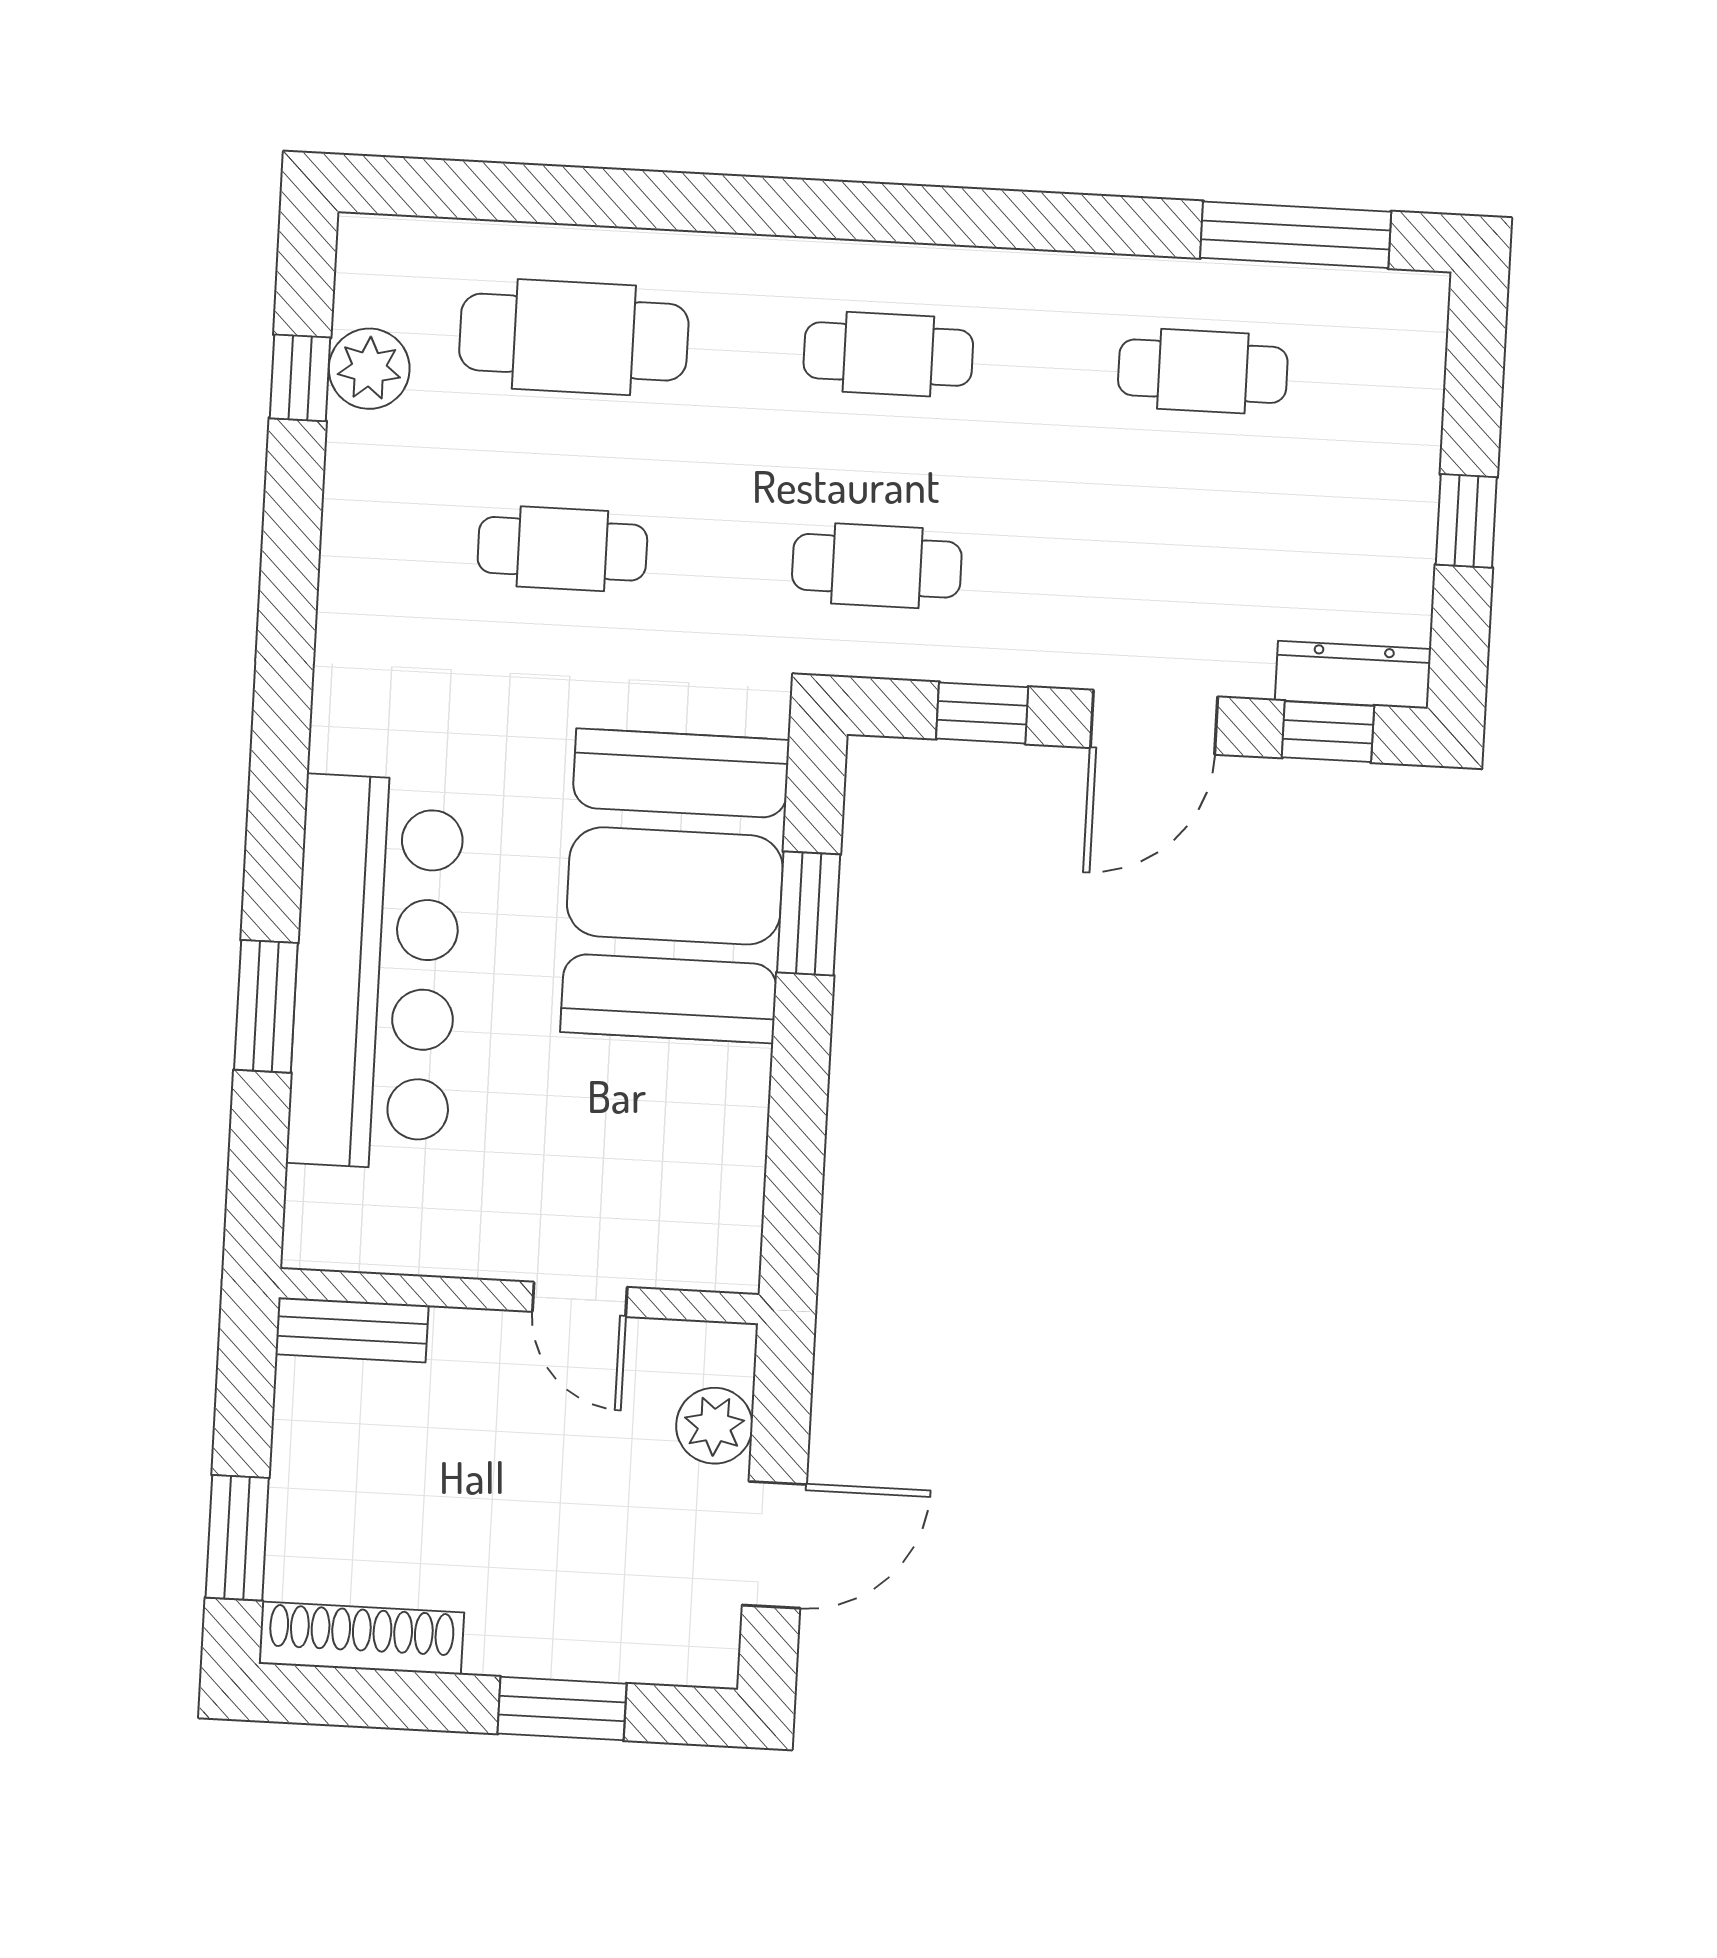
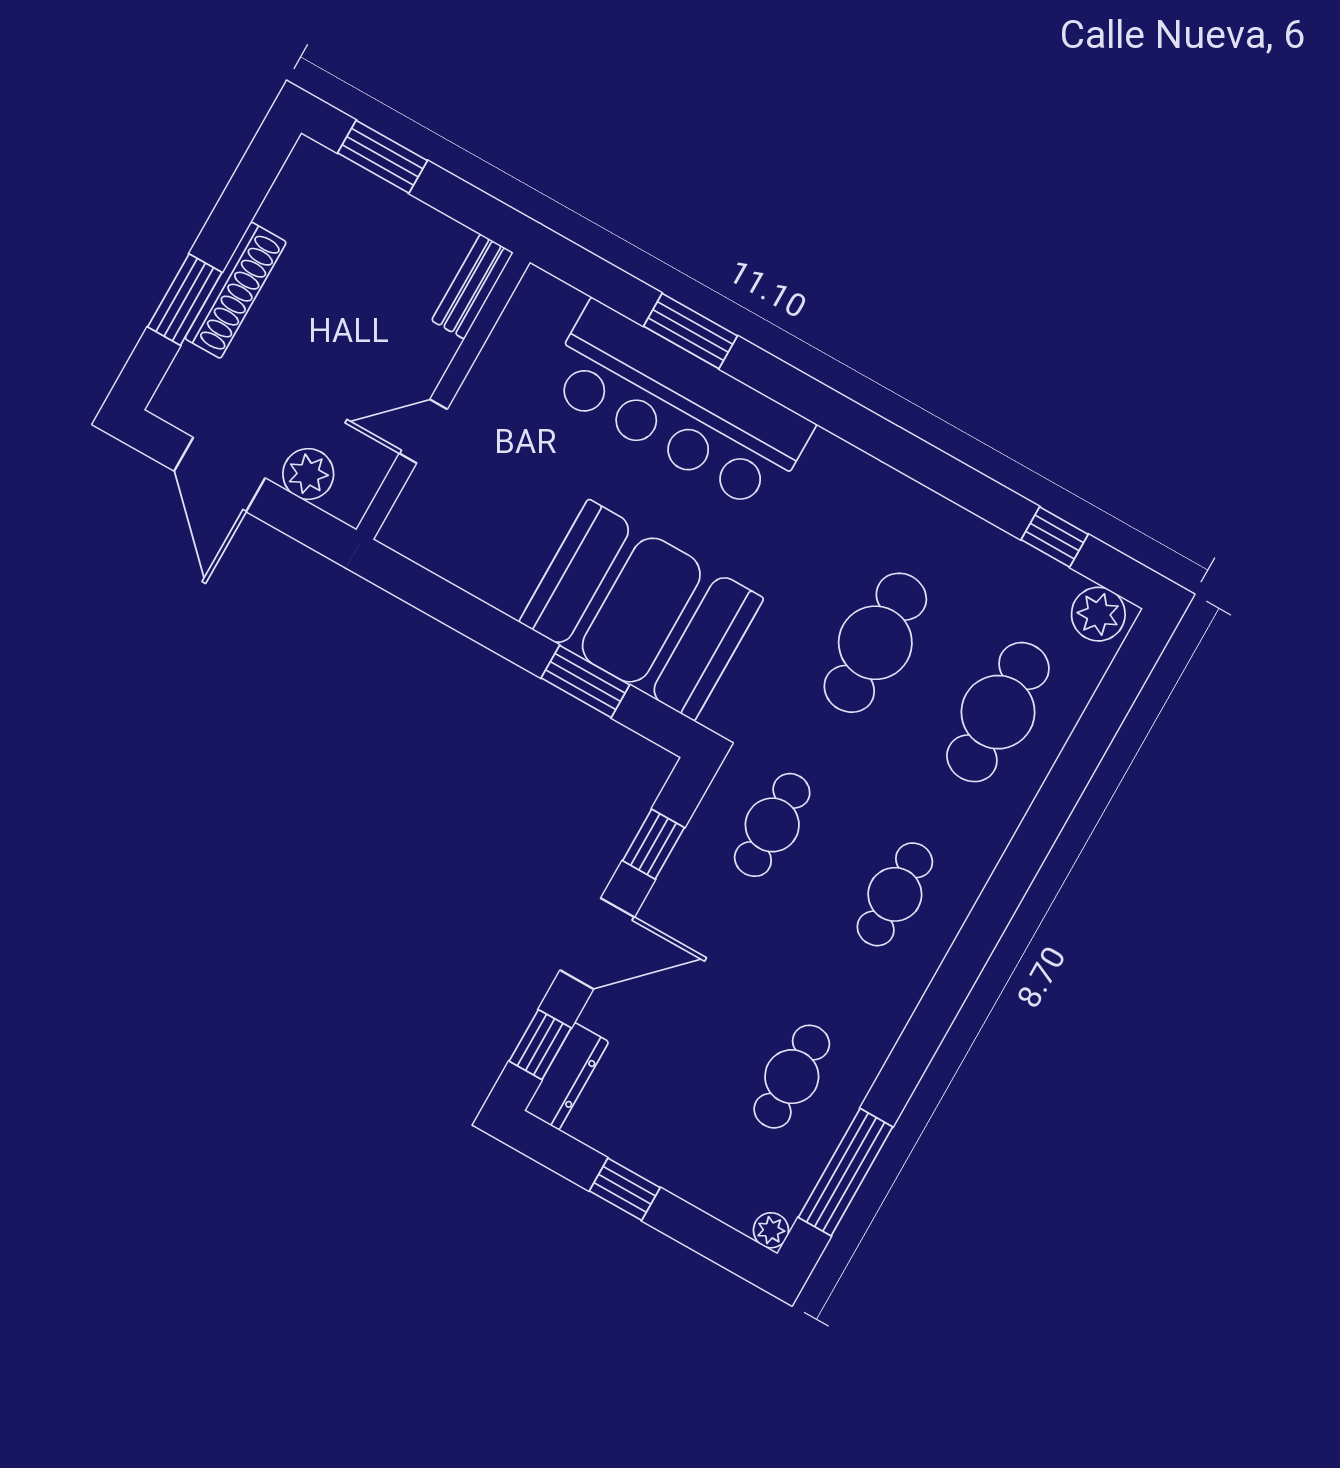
plant: (1424, 296) -> (771, 1230), added
plant: (369, 369) -> (1098, 614), moved
cafe table: (562, 549) -> (875, 643), width x1.37, depth x1.35
door: (1154, 722) -> (597, 944), swing flipped
shoe rack: (361, 1638) -> (236, 290), moved

